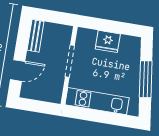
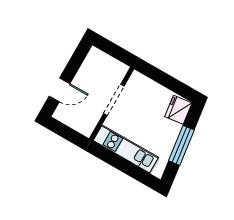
bench: (36, 36) -> (90, 63), removed
fridge: (108, 41) -> (178, 110), moved, turned 82

